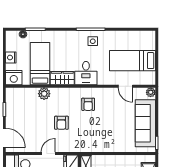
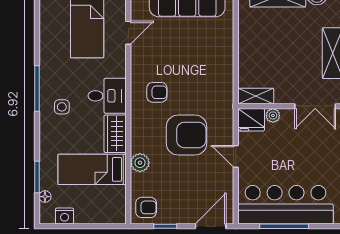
side table: (93, 41) -> (62, 107), moved
nightstand: (11, 58) -> (65, 216), moved
nightstand: (14, 78) -> (115, 211), removed
armchair: (16, 97) -> (146, 207), added
armchair: (61, 123) -> (186, 135), width x1.88, depth x1.88

